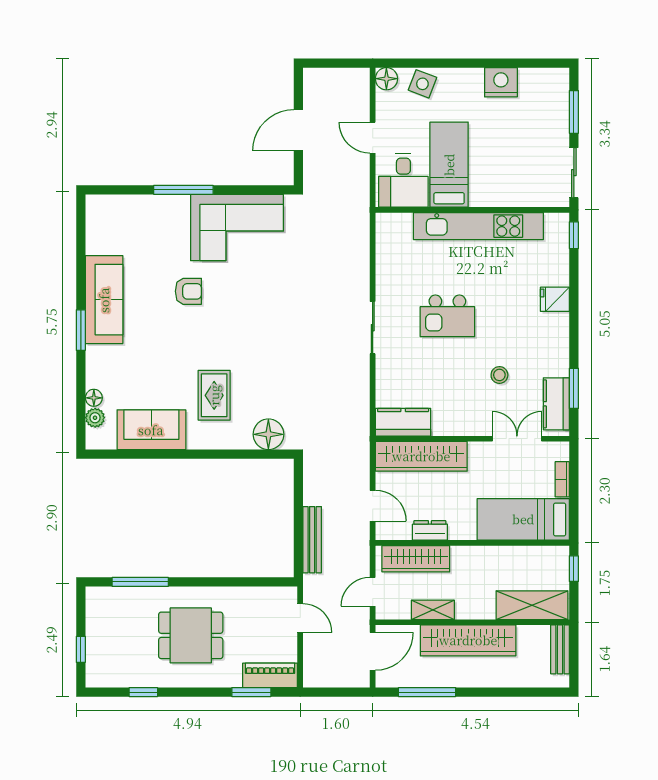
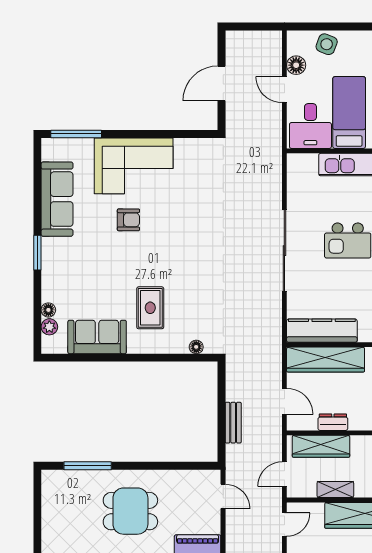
floor lamp: (386, 79) -> (296, 65), moved
window: (183, 190) -> (76, 134), moved
corner sofa: (237, 228) -> (134, 166), moved
sofa: (104, 300) -> (57, 199), moved
sliding door: (373, 328) -> (284, 251), width x1.86
kitchen counter: (403, 422) -> (322, 331), width x1.50
floor lamp: (268, 434) -> (196, 347), width x0.53, depth x0.53
bench: (312, 540) -> (233, 423), width x0.73
window: (81, 649) -> (37, 523), removed
door: (373, 651) -> (284, 525), width x0.73

